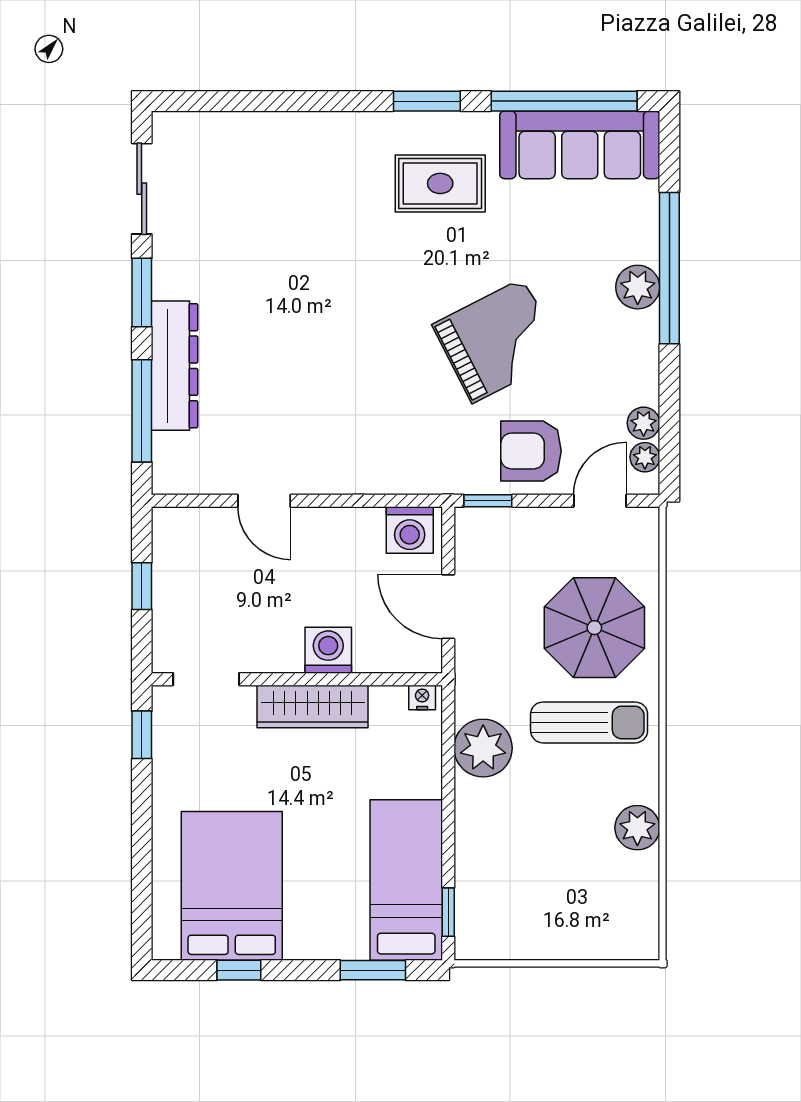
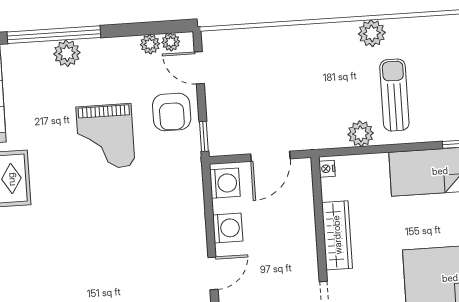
grand piano: (498, 341) -> (105, 137), turned -153
parasol: (594, 628) -> (277, 66), removed
washing machine: (328, 650) -> (228, 228), moved, turned 180
sun lounger: (589, 722) -> (394, 95), moved
plant: (483, 748) -> (361, 134), width x0.73, depth x0.73
plant: (637, 828) -> (372, 33), moved

